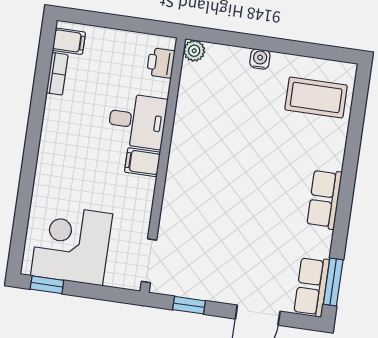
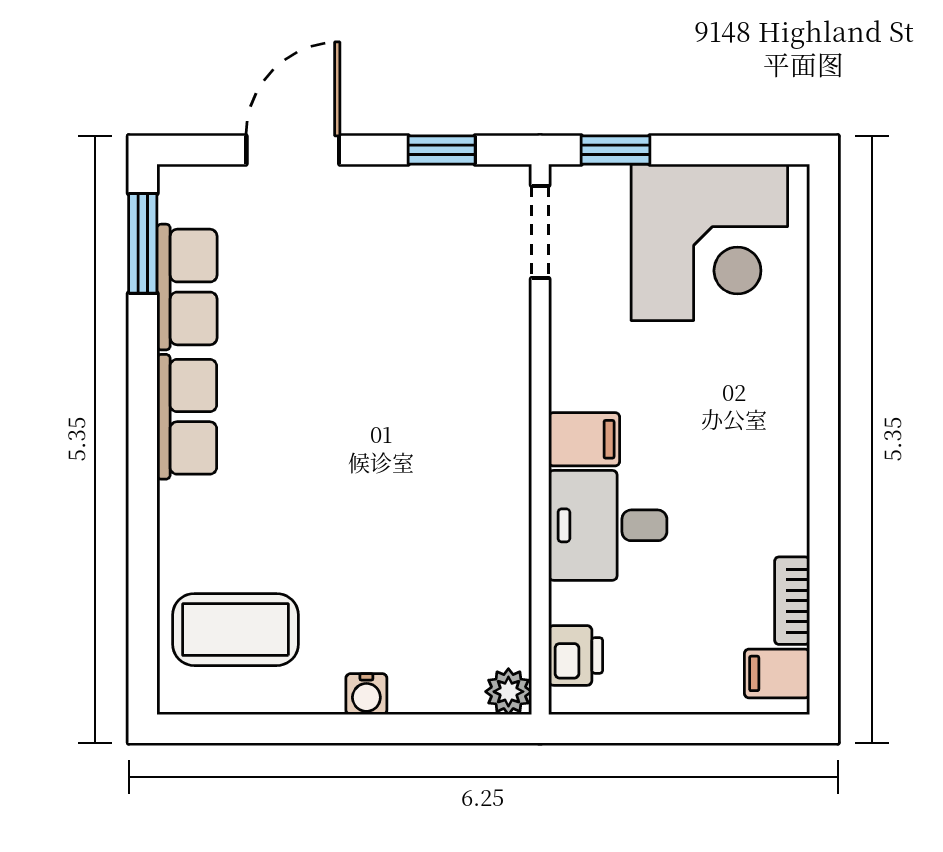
window: (47, 285) -> (615, 150), moved
row of seats: (312, 287) -> (187, 287), moved

